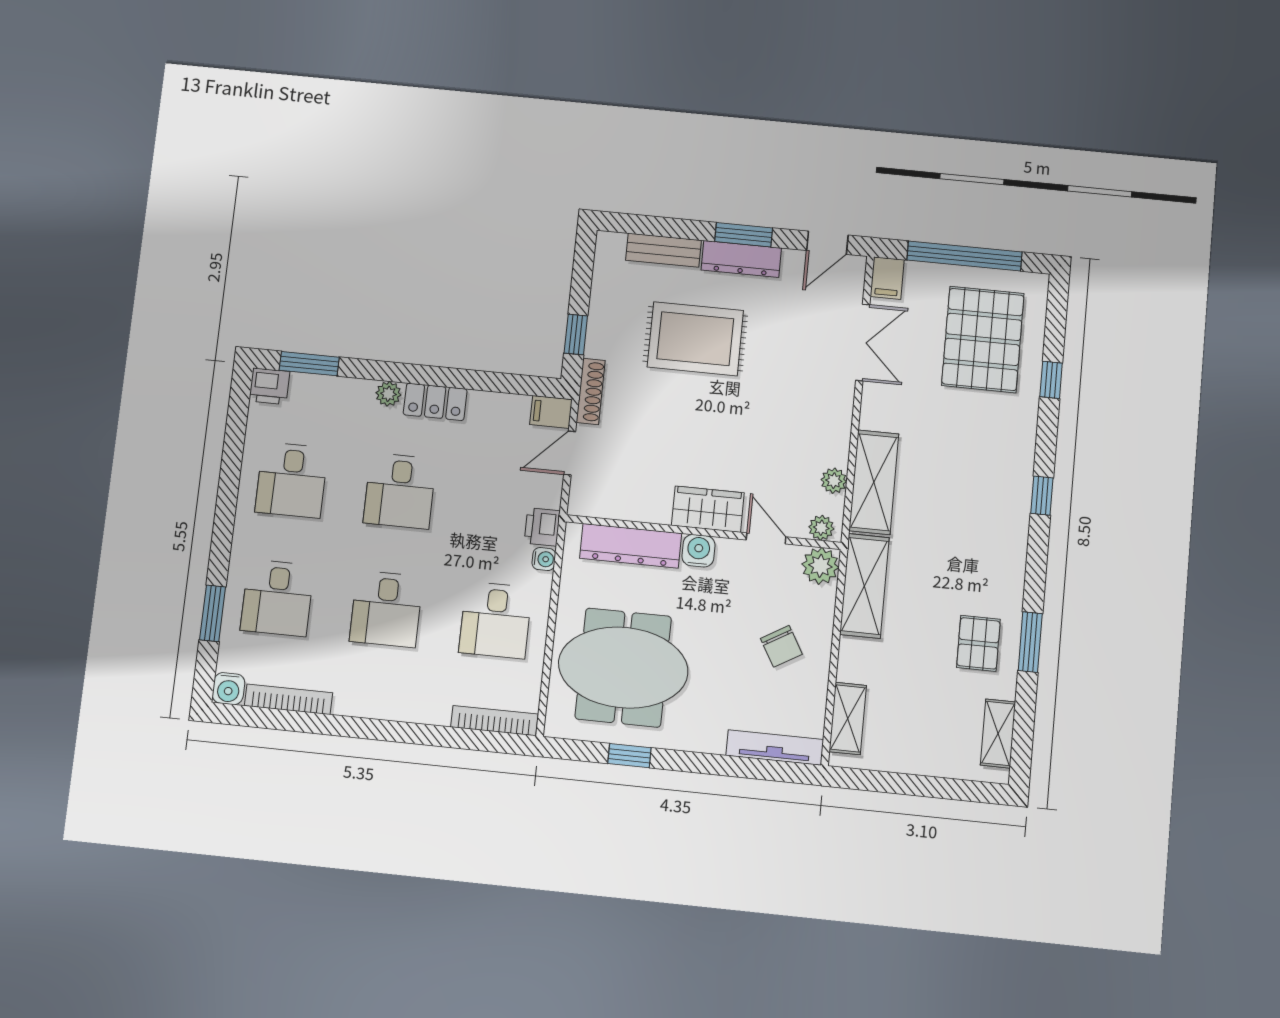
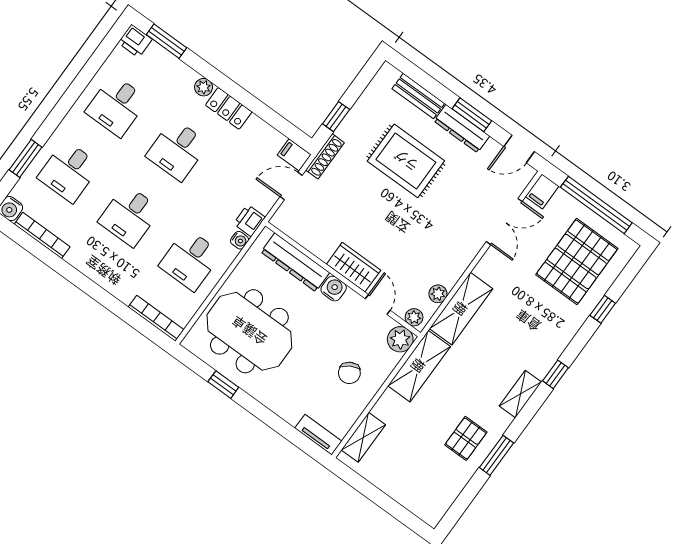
shelving: (998, 733) -> (520, 394), moved
tv unit: (775, 747) -> (318, 435), width x0.71

